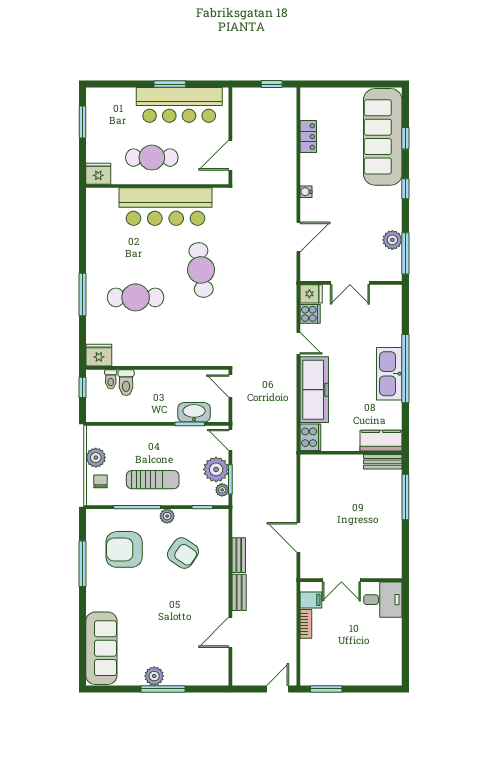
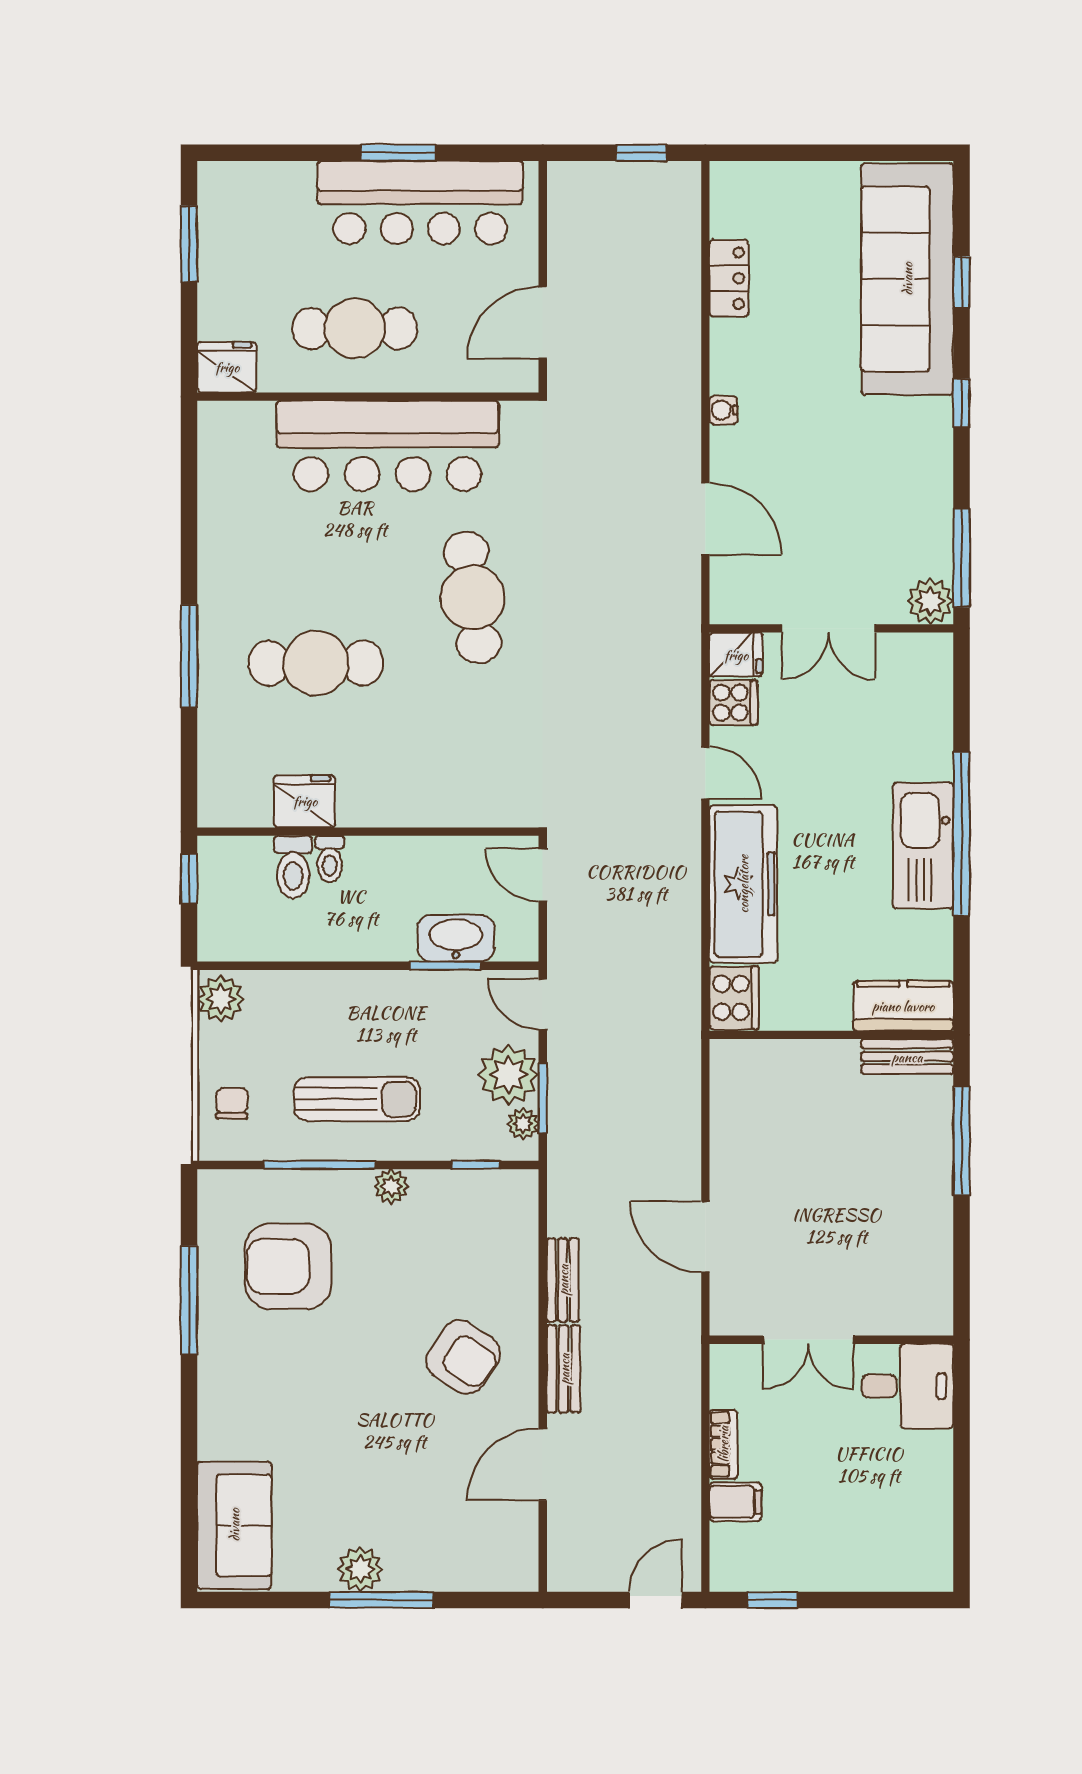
door: (298, 237) -> (705, 519), hinge flipped
plant: (392, 240) -> (930, 601), moved
fridge: (99, 355) -> (305, 801), moved
toilet: (111, 379) -> (330, 859), moved
plant: (96, 458) -> (221, 999), moved
armchair: (183, 553) -> (463, 1357), moved
filing cabinet: (311, 600) -> (735, 1502), moved
sofa: (101, 648) -> (234, 1525), width x0.73
window: (326, 689) -> (772, 1600), width x0.67

